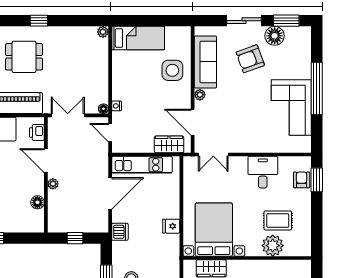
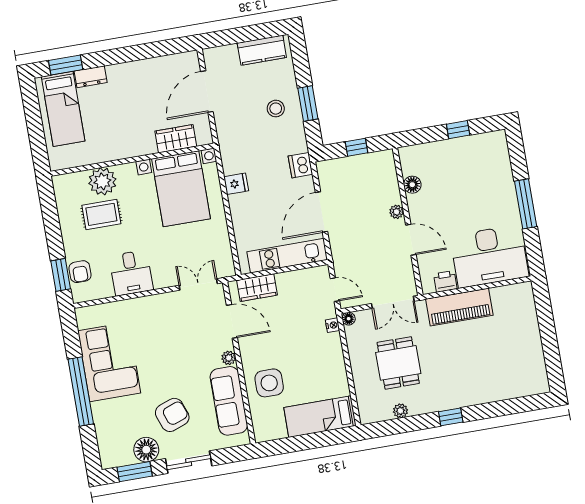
plant: (103, 32) -> (400, 411), moved
dining table: (24, 57) -> (398, 363), moved, turned 90
printer: (37, 133) -> (445, 281), moved, turned -90

